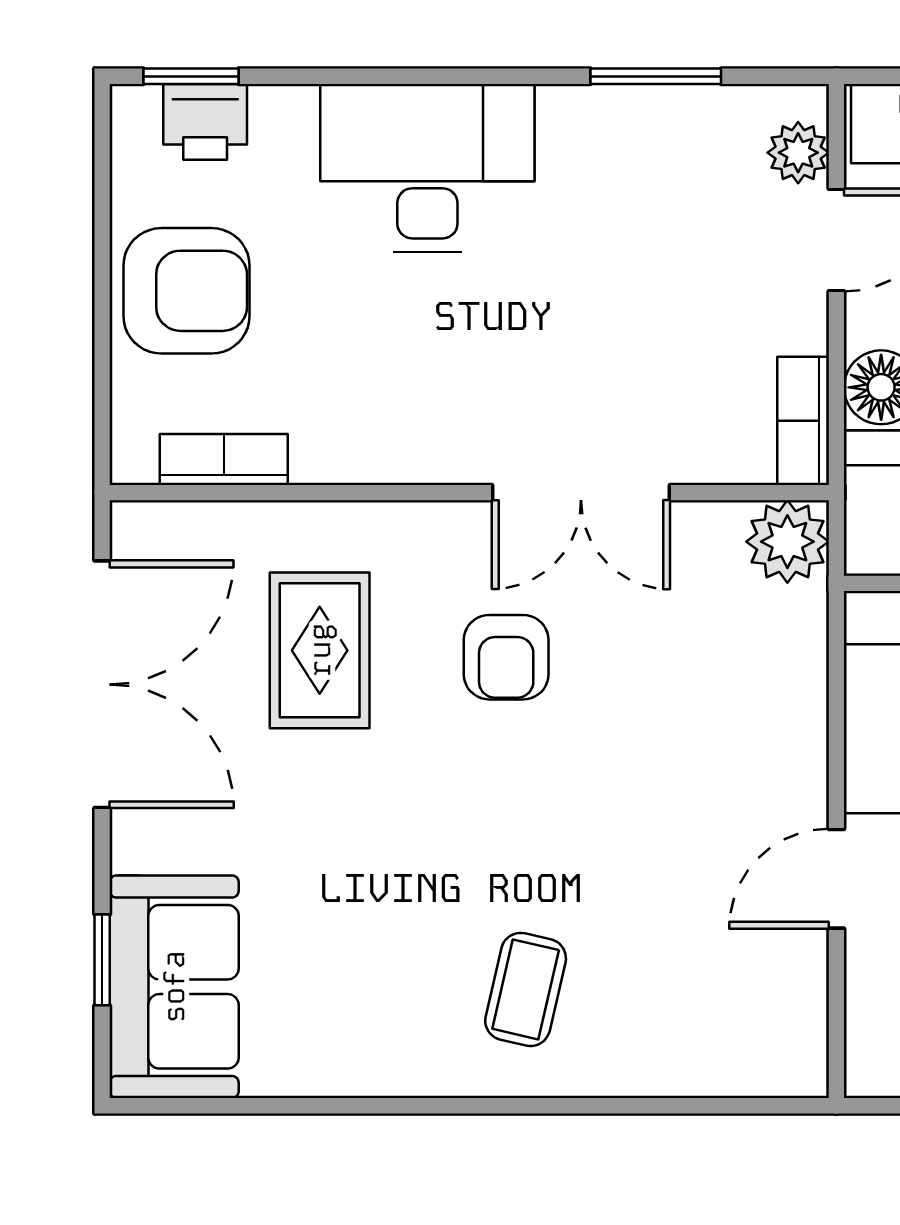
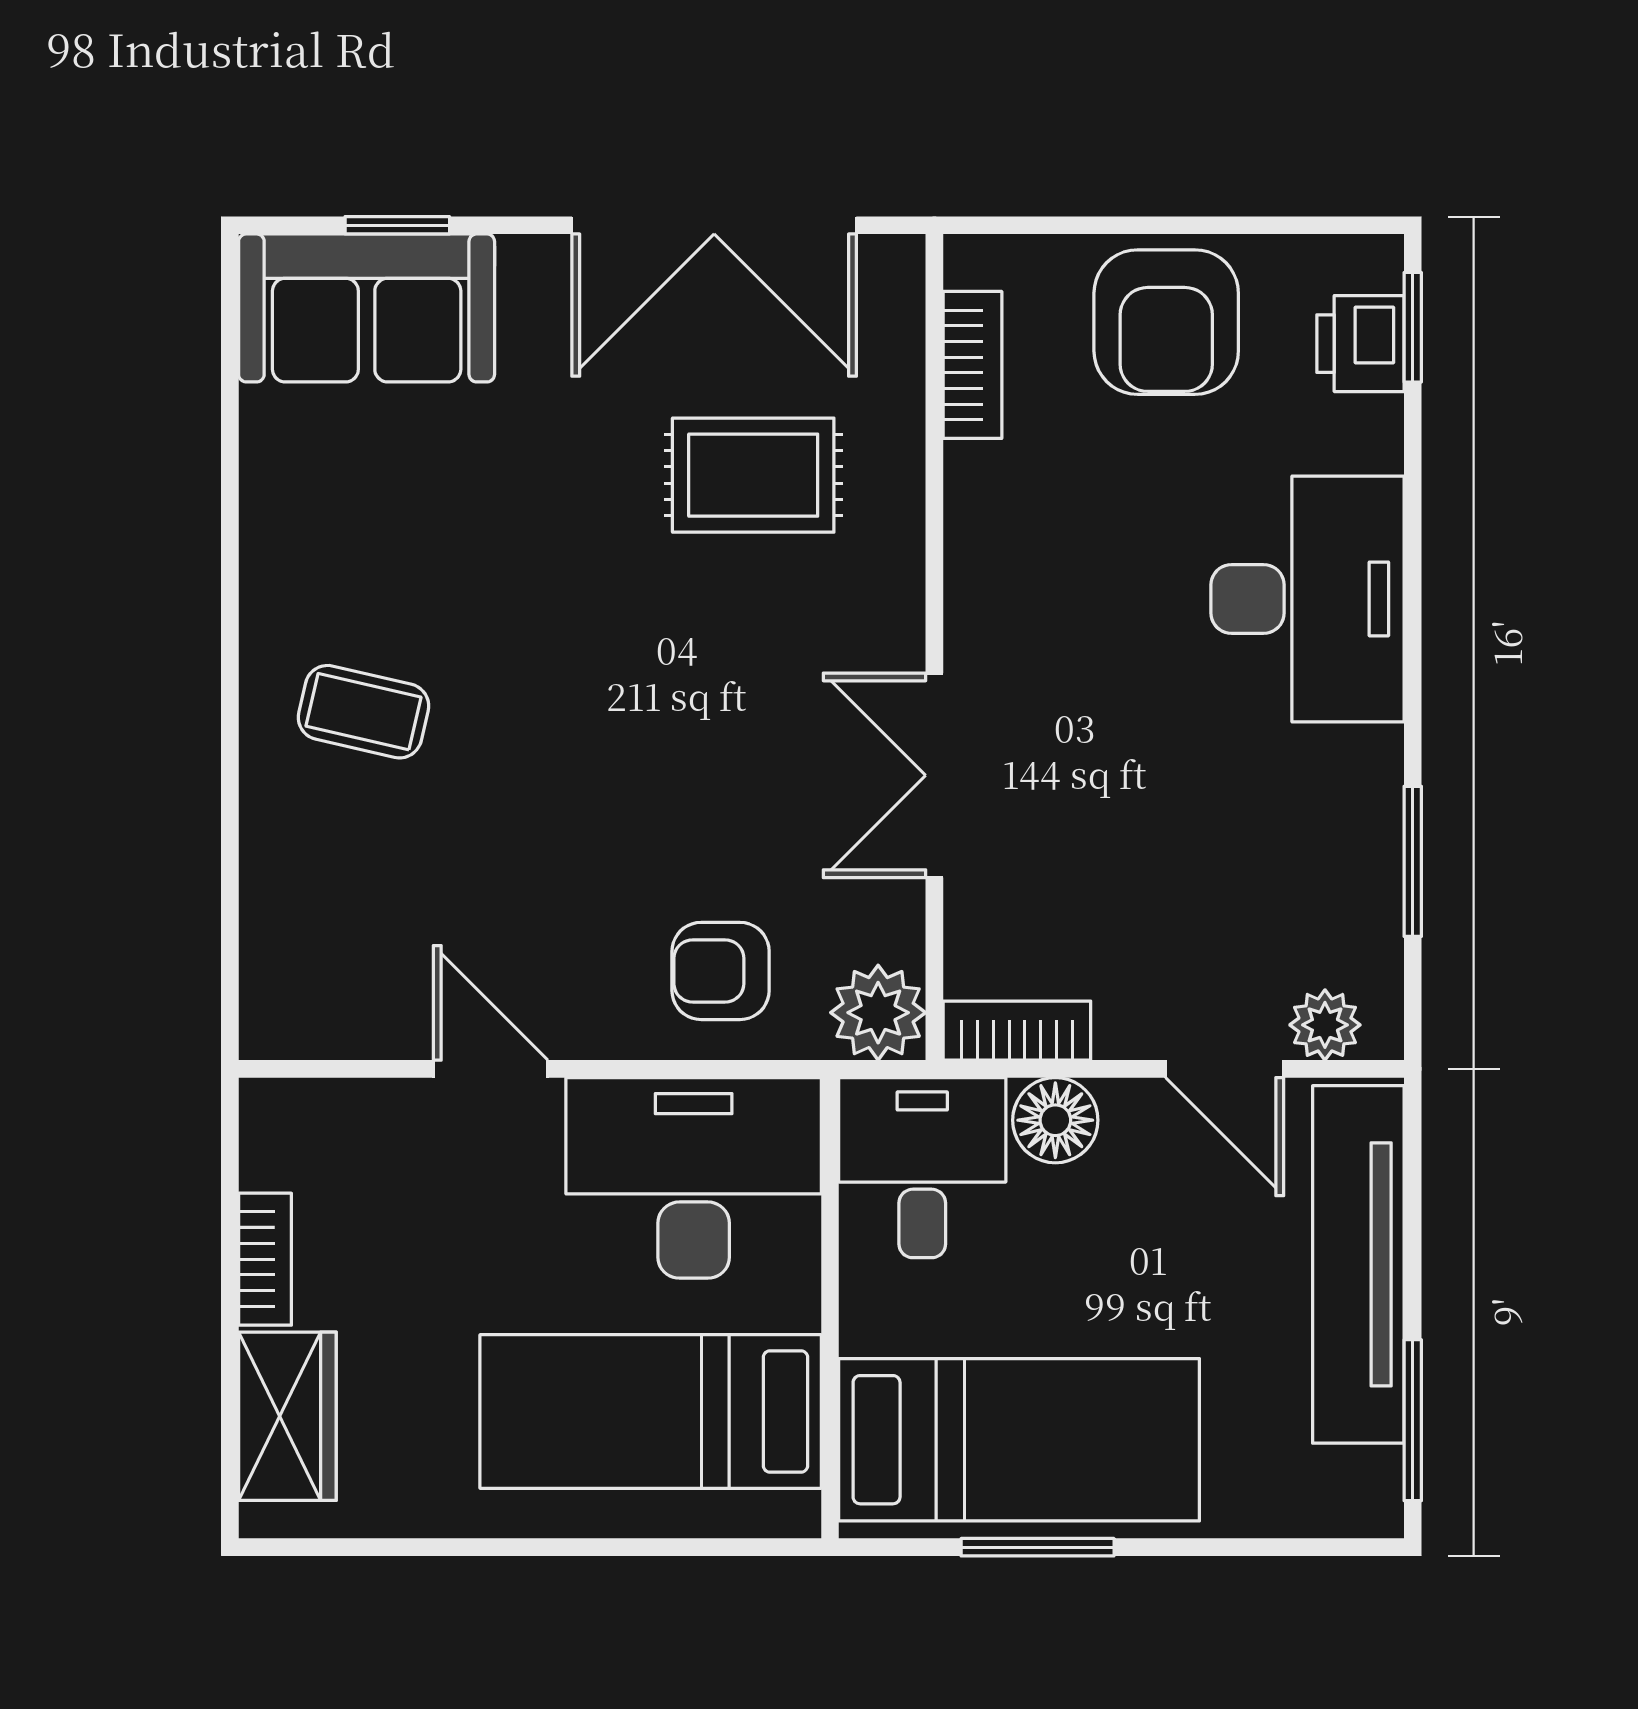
armchair: (506, 657) -> (721, 971), moved

